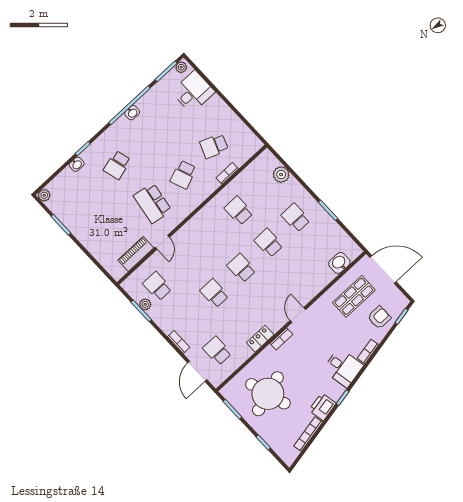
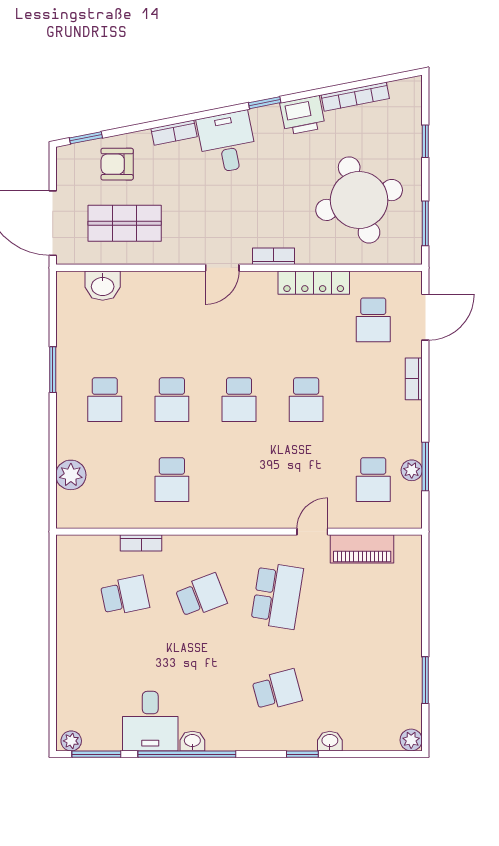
desk: (193, 92) -> (150, 721), moved, turned -90
school desk: (214, 146) -> (125, 596), turned -33
locker: (260, 339) -> (314, 283), width x1.53

